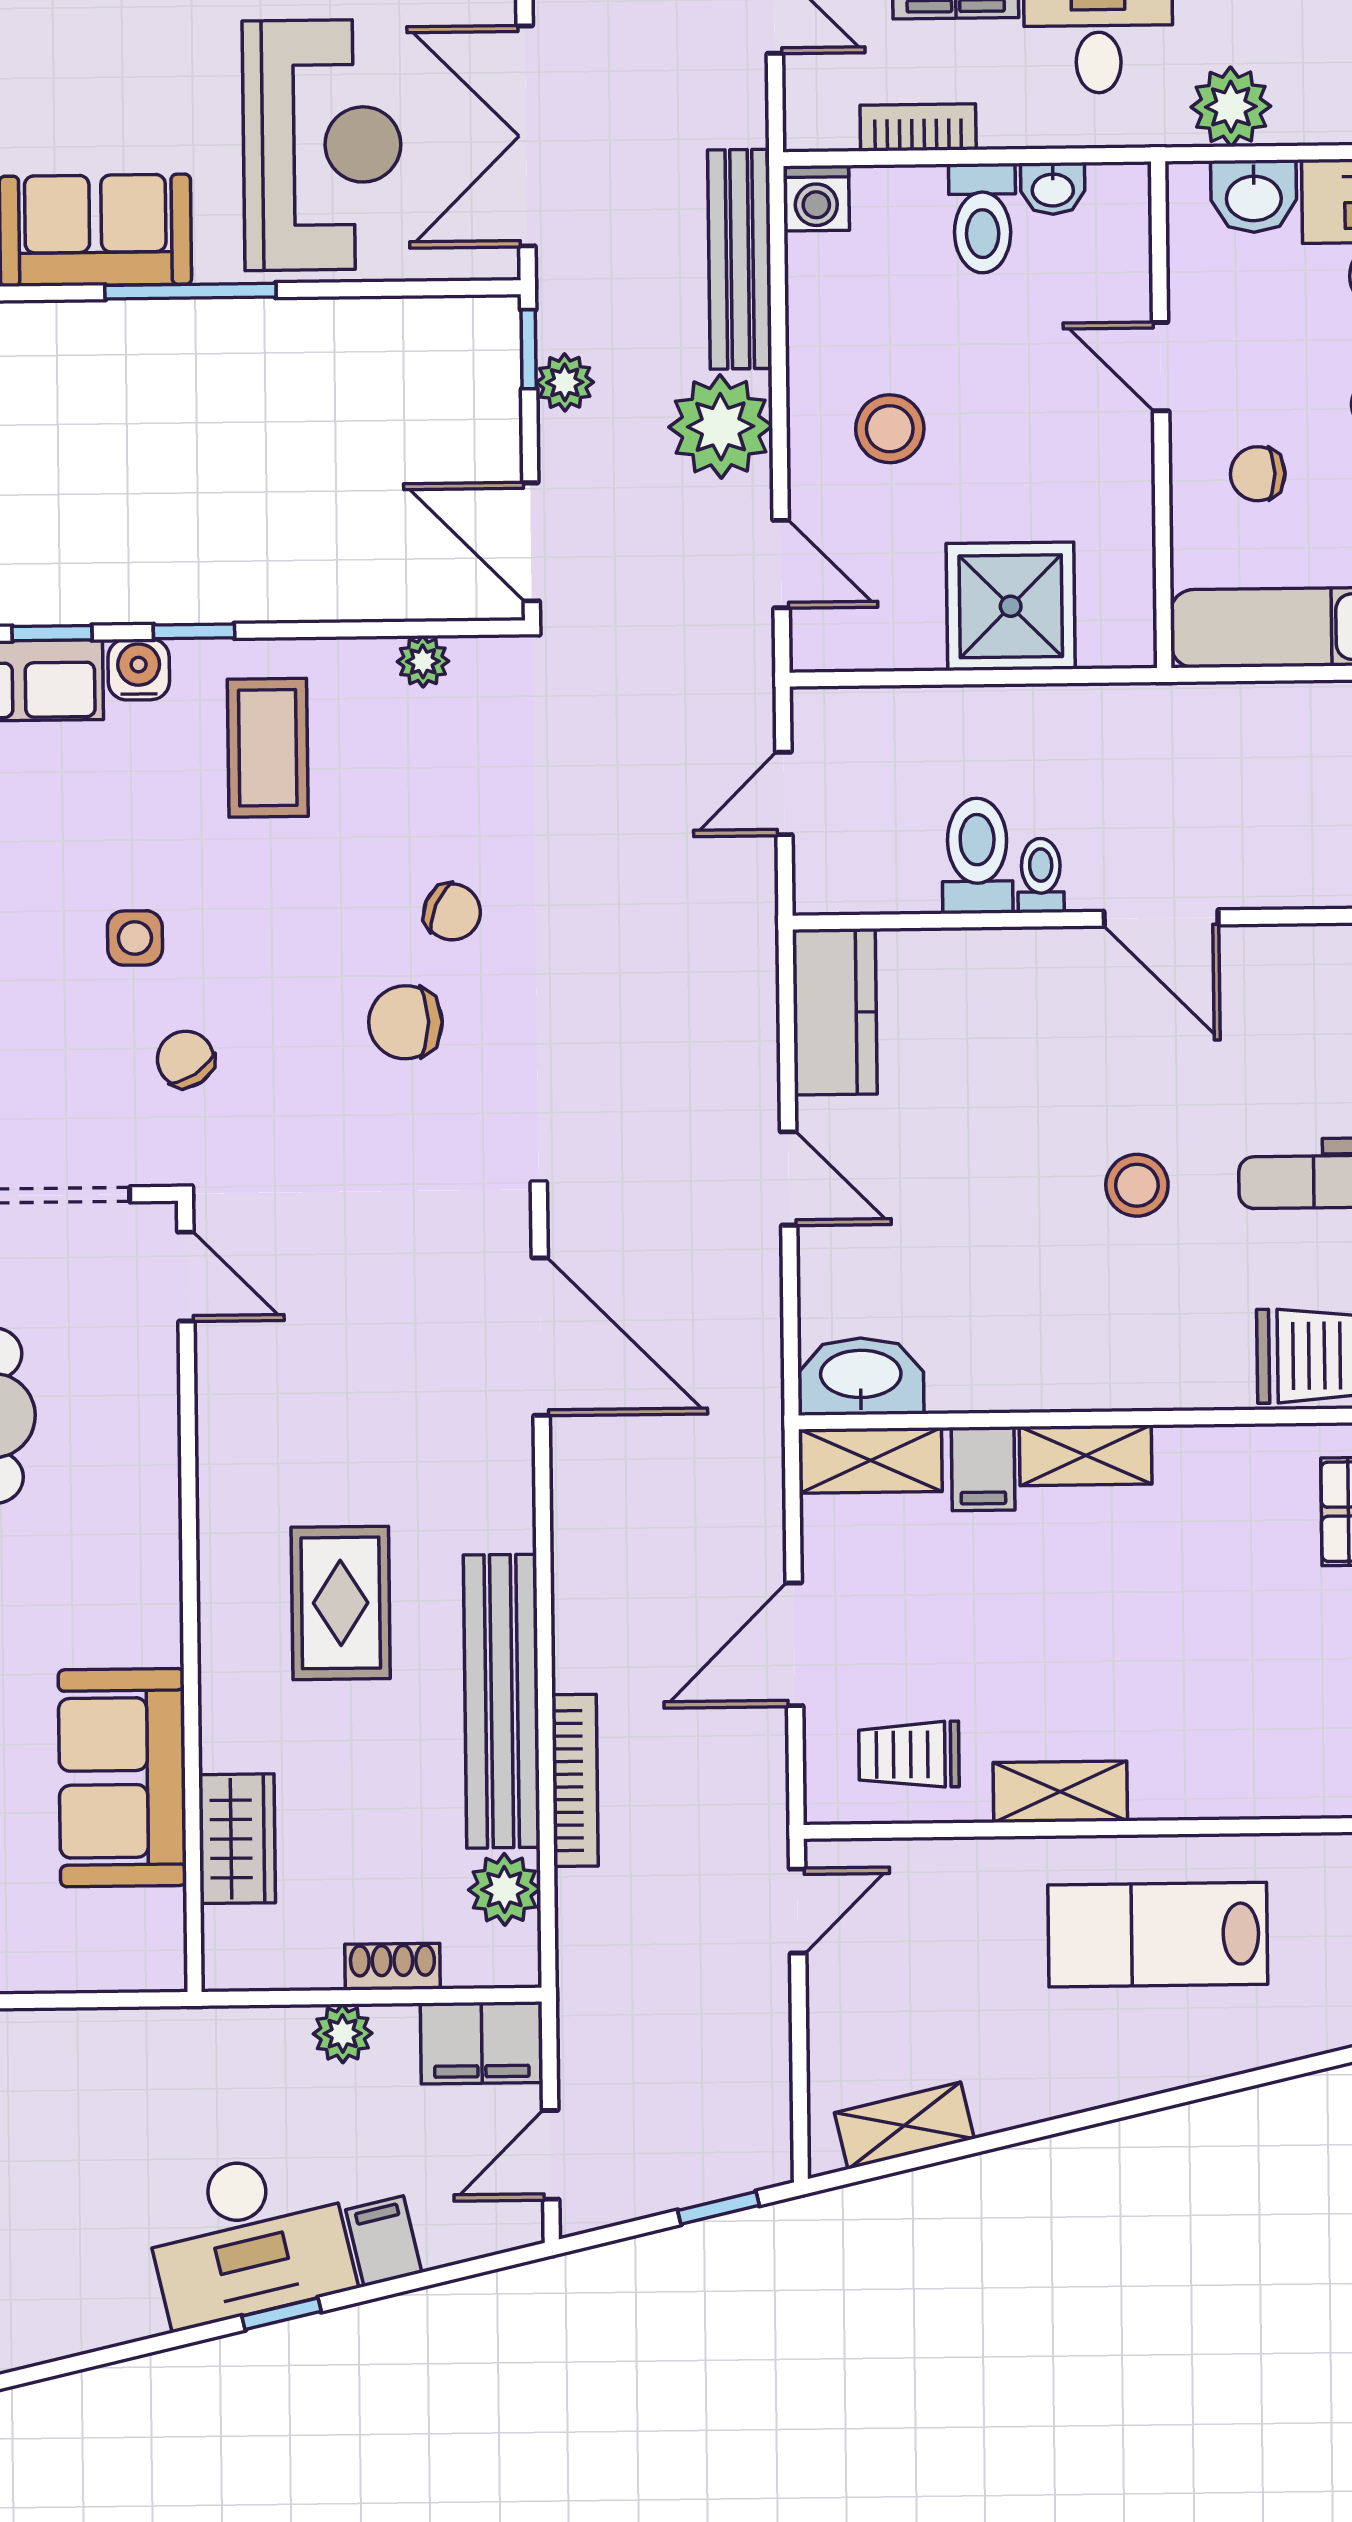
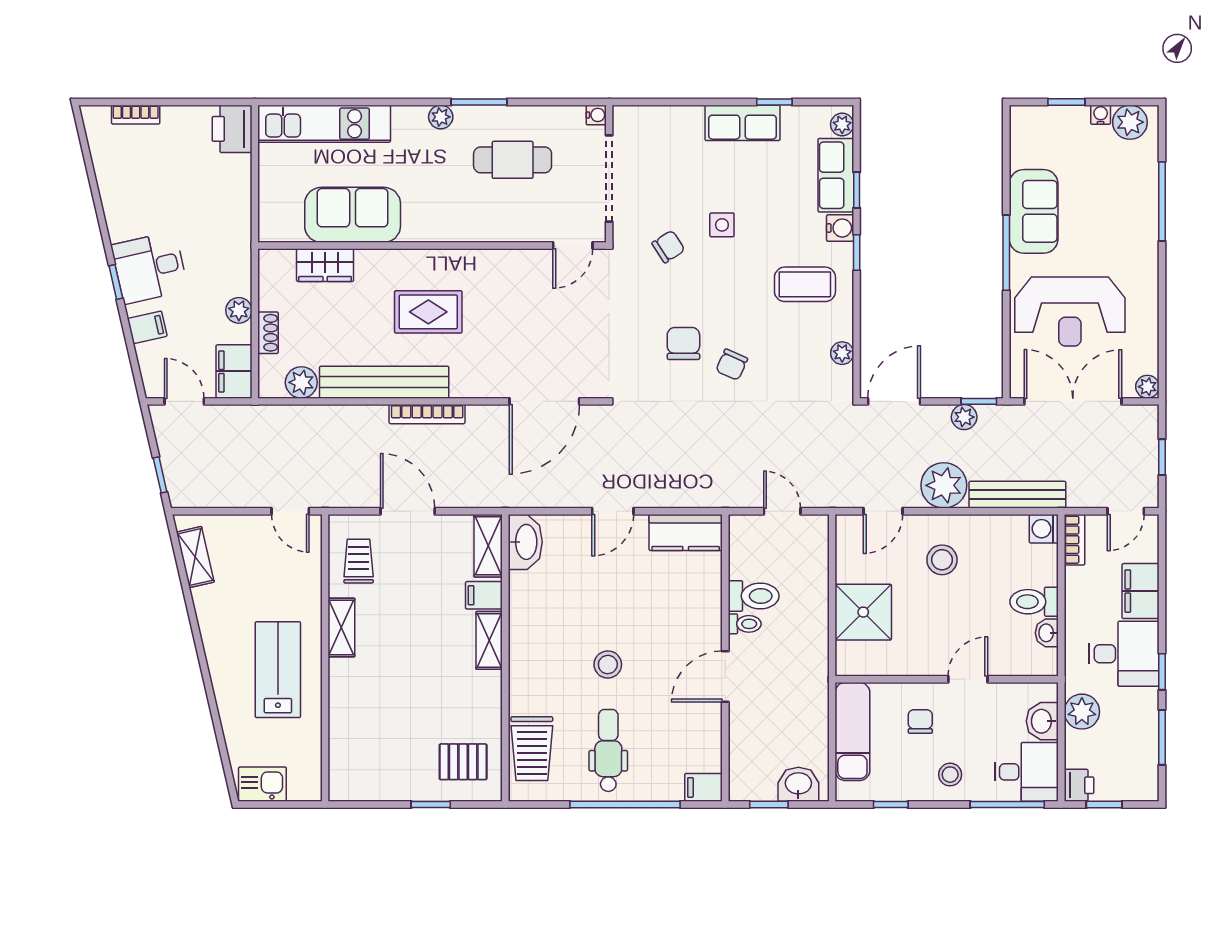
bookcase: (918, 127) -> (1074, 540), moved
bookcase: (575, 1780) -> (427, 414), moved
desk: (248, 2237) -> (150, 268), width x0.73

